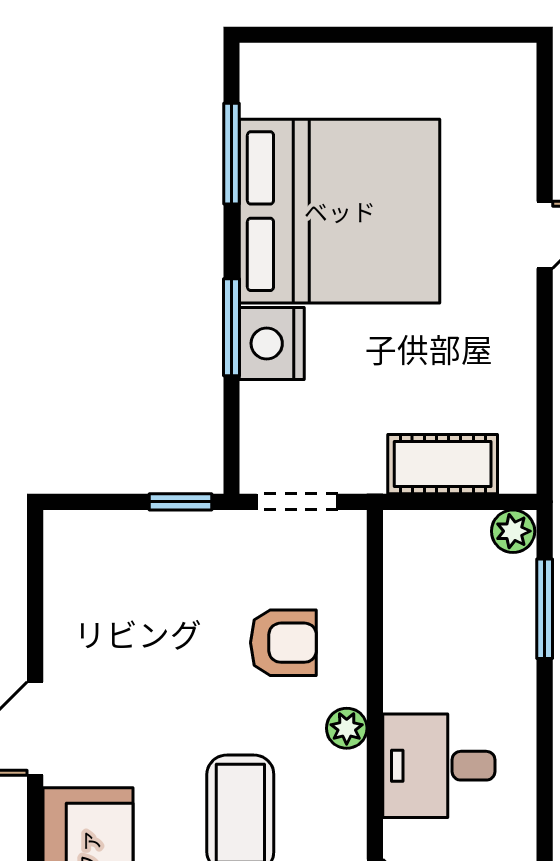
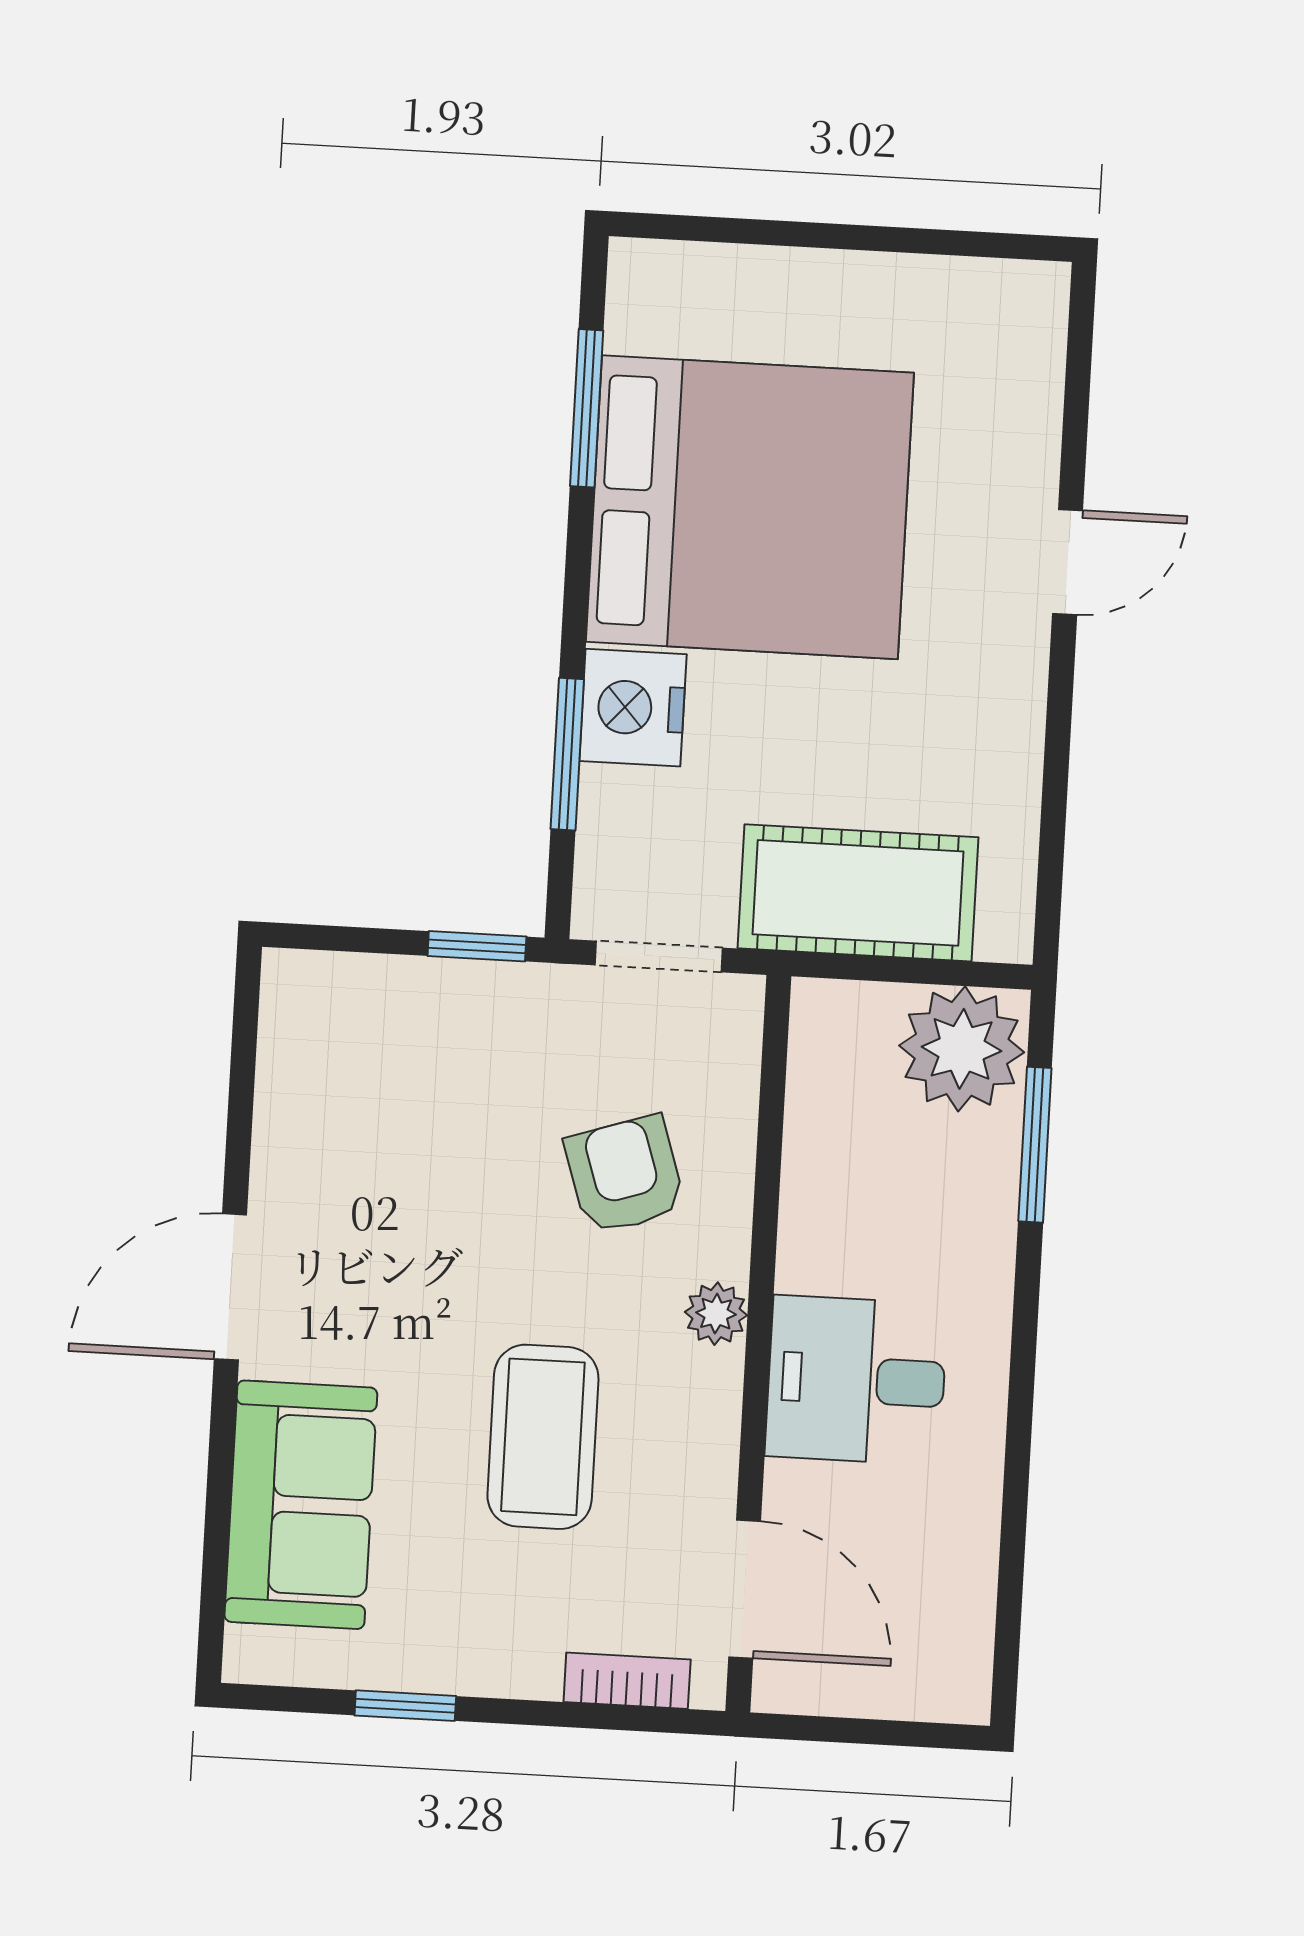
window: (232, 327) -> (567, 754), moved
cot: (443, 464) -> (858, 893), width x1.37, depth x1.34
plant: (513, 531) -> (962, 1049), width x1.88, depth x1.88
armchair: (283, 643) -> (625, 1175), turned -108

